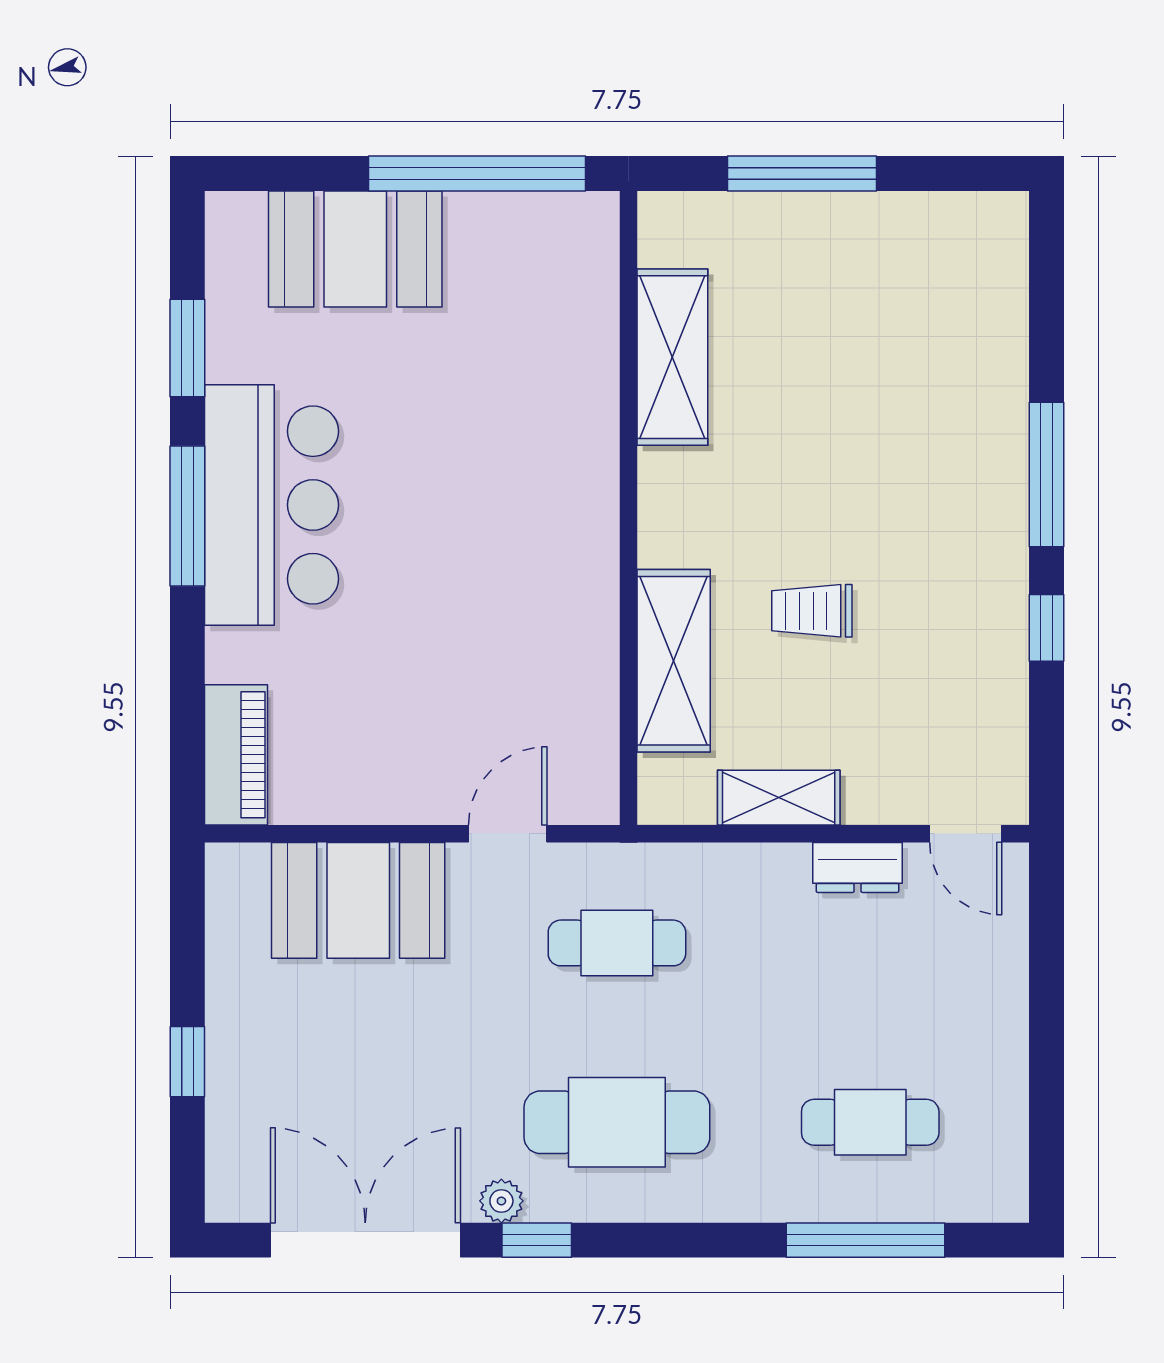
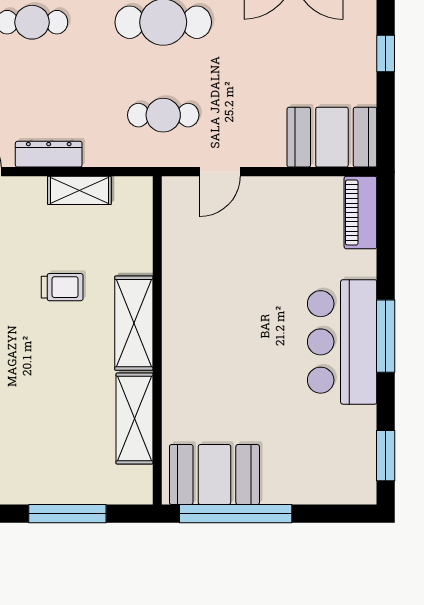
booth: (355, 249) -> (214, 475), moved
window: (187, 348) -> (386, 456), moved
shelving: (674, 661) -> (134, 323), moved
dresser: (857, 867) -> (49, 154), width x1.44
booth: (358, 900) -> (332, 137), moved

